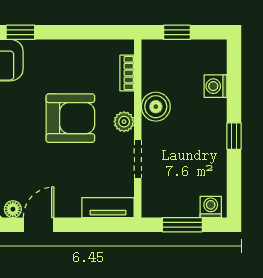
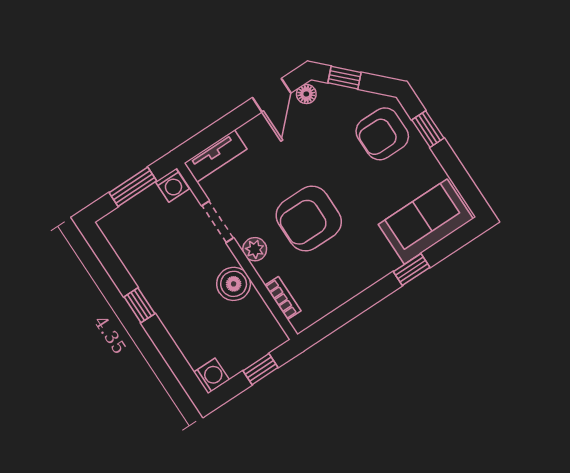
washing machine: (216, 86) -> (212, 376), moved
washing machine: (211, 207) -> (172, 185), moved

